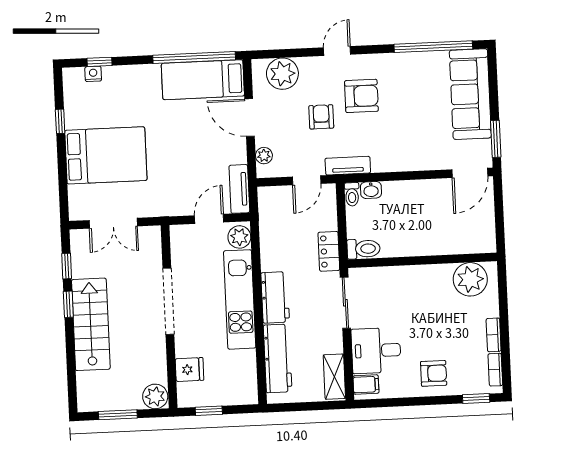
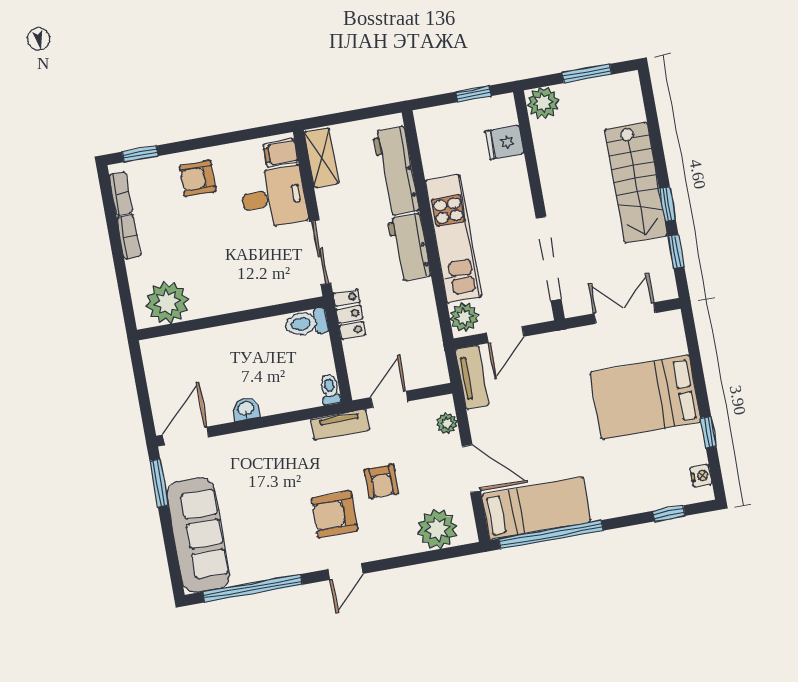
door: (337, 51) -> (345, 572), moved
nightstand: (93, 74) -> (701, 476), moved, turned -90
washbasin: (371, 190) -> (246, 409), moved
doorway: (168, 301) -> (549, 259), moved

